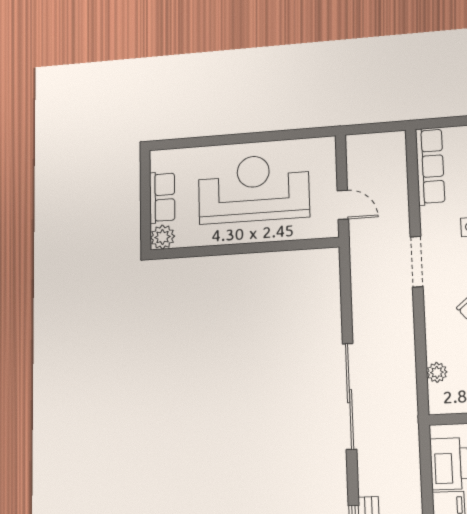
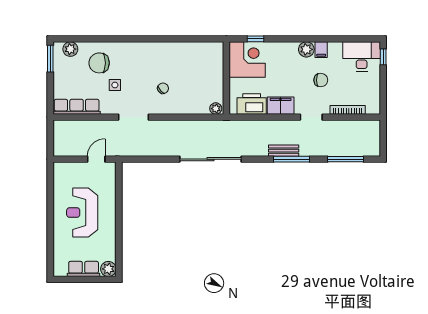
reception desk: (254, 189) -> (82, 213), width x0.74, depth x0.77
plant: (437, 372) -> (216, 109), moved

